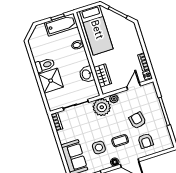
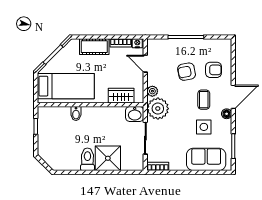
bathtub: (61, 25) -> (46, 125), removed
cot: (134, 42) -> (94, 47), added
washbasin: (87, 74) -> (135, 114), moved

